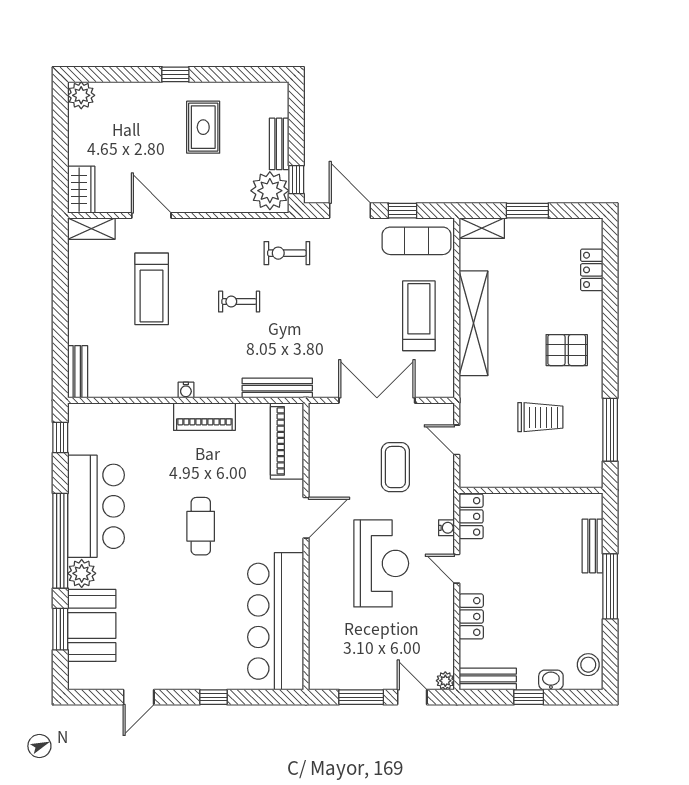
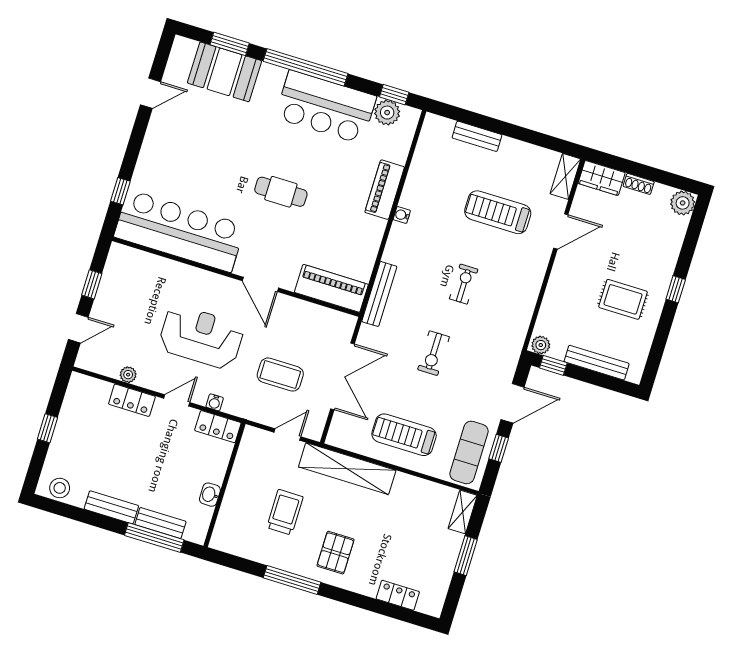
bench: (279, 144) -> (597, 363), width x1.36
shoe rack: (75, 148) -> (639, 184), added
plant: (270, 191) -> (541, 345), width x0.53, depth x0.53
exercise bike: (287, 253) -> (433, 353), moved, turned 180
treadmill: (419, 316) -> (404, 435), turned 180
shelving: (474, 323) -> (347, 469), moved
bench: (78, 372) -> (477, 136), moved
piano: (204, 417) -> (385, 190), moved
trolley: (540, 417) -> (285, 512), turned 180
window: (610, 430) -> (292, 580), moved
reception desk: (381, 563) -> (201, 337), turned 180
plant: (82, 573) -> (387, 113), moved
window: (610, 586) -> (154, 538), moved
bench: (488, 679) -> (111, 507), moved, turned 90
washbasin: (551, 680) -> (210, 495), moved, turned 180
plant: (445, 681) -> (128, 375), moved
door: (139, 697) -> (151, 93), swing flipped
window: (213, 697) -> (120, 191), moved
window: (361, 697) -> (92, 284), width x0.67

